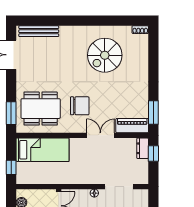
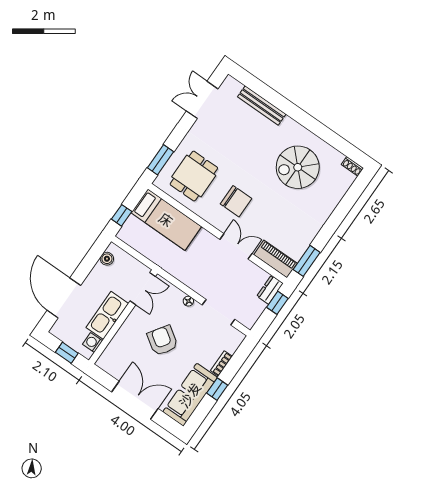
bench: (39, 31) -> (262, 105), moved
dining table: (41, 109) -> (194, 176), width x0.73

